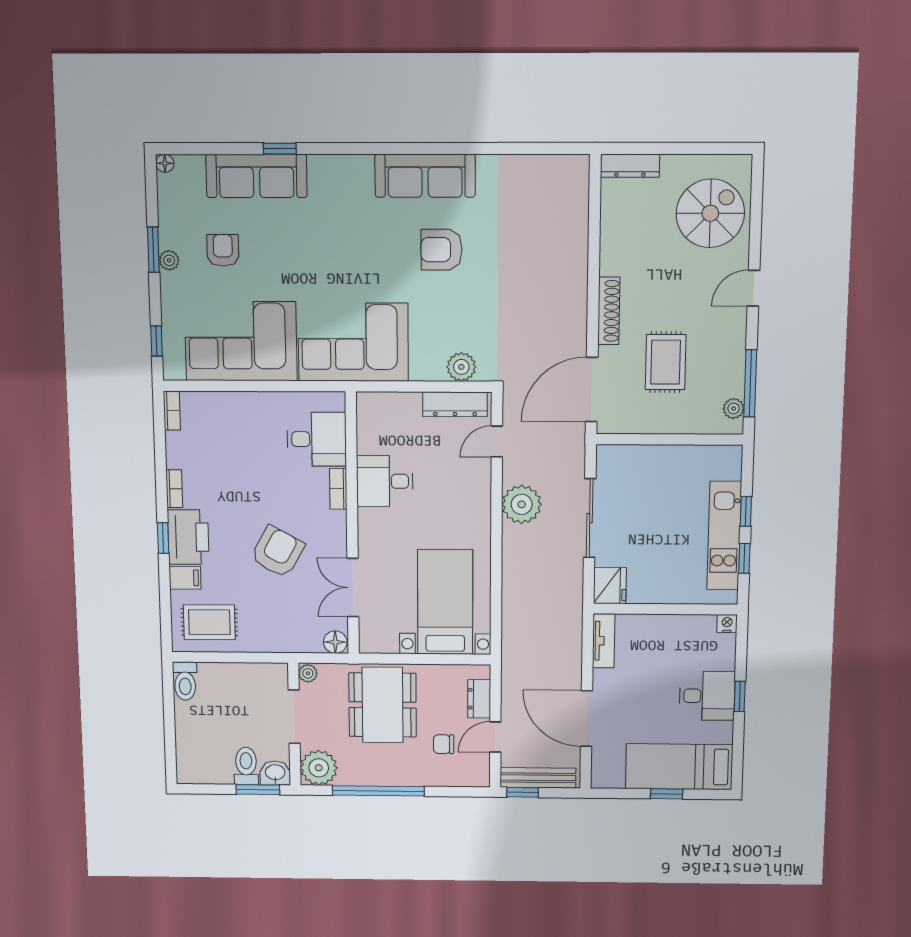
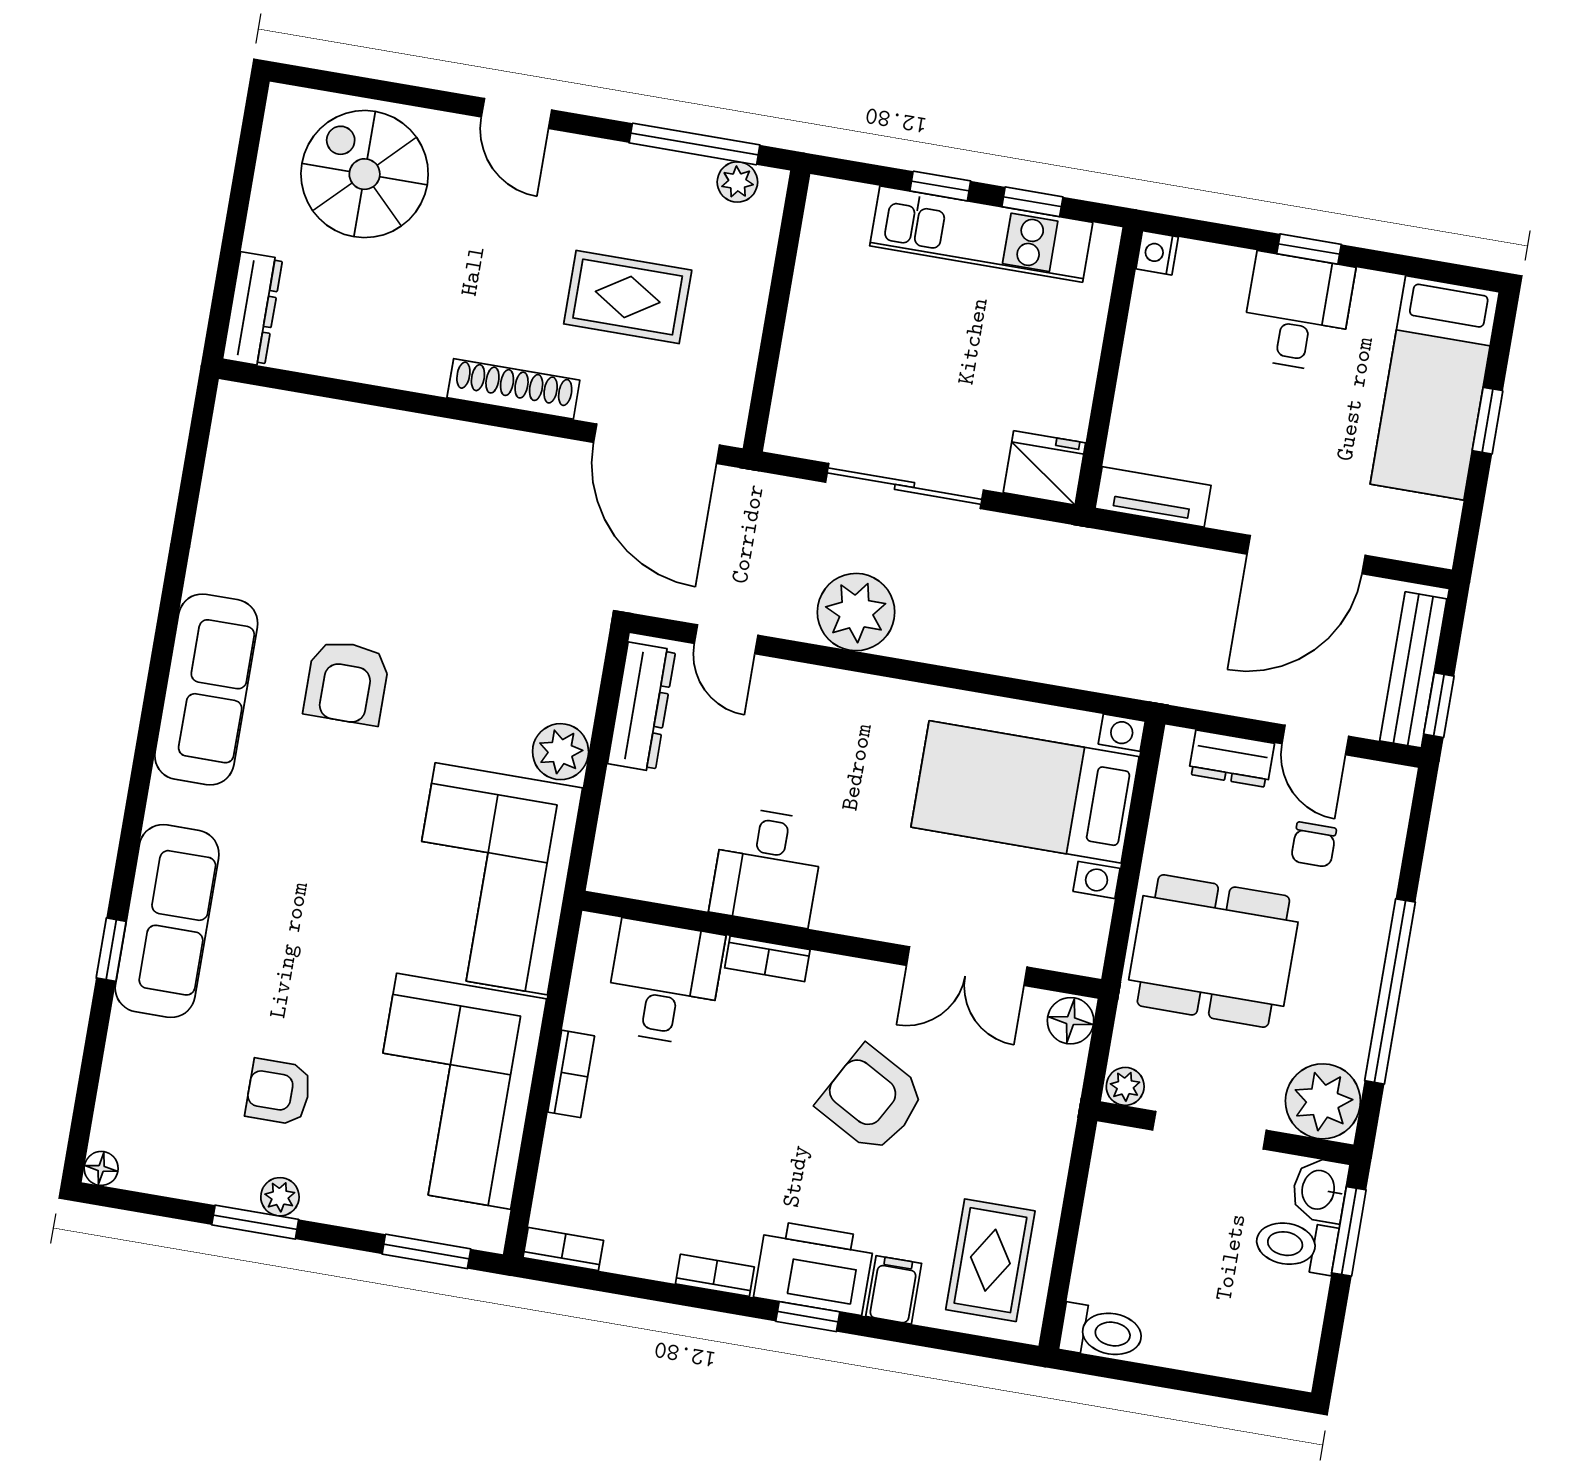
sofa: (256, 176) -> (167, 921), moved
window: (157, 341) -> (426, 1251), width x1.50
plant: (461, 367) -> (561, 752), moved
bookcase: (261, 400) -> (571, 1074), added

